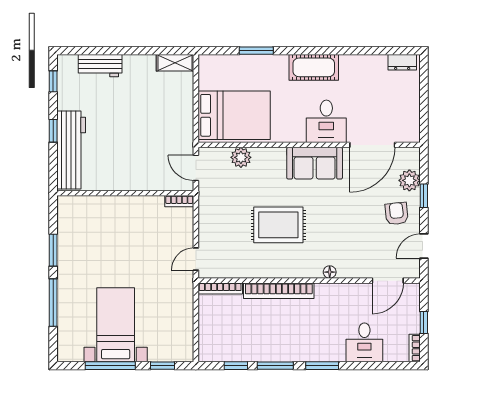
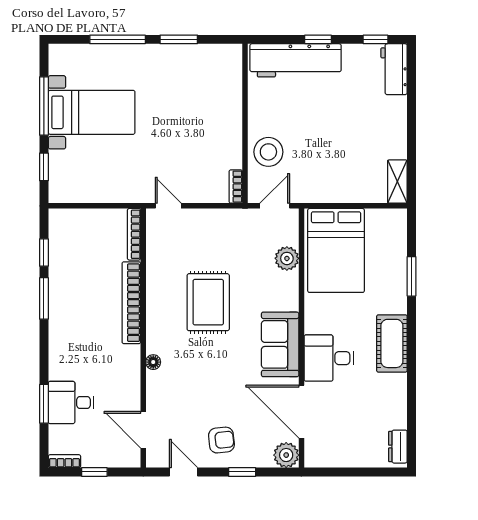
workbench: (100, 66) -> (394, 69), moved
stool: (150, 173) -> (268, 152), added
plant: (409, 180) -> (286, 455), moved
window: (322, 366) -> (44, 404), moved

